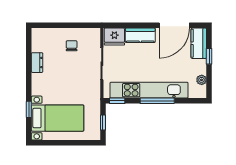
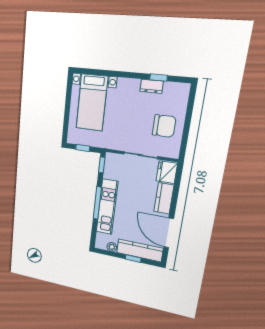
kitchen counter: (199, 43) -> (140, 250), width x1.50
chair: (72, 46) -> (164, 126), width x1.87, depth x1.87
kitchen unit: (149, 90) -> (107, 207), width x0.73
window: (29, 109) -> (159, 78), moved

